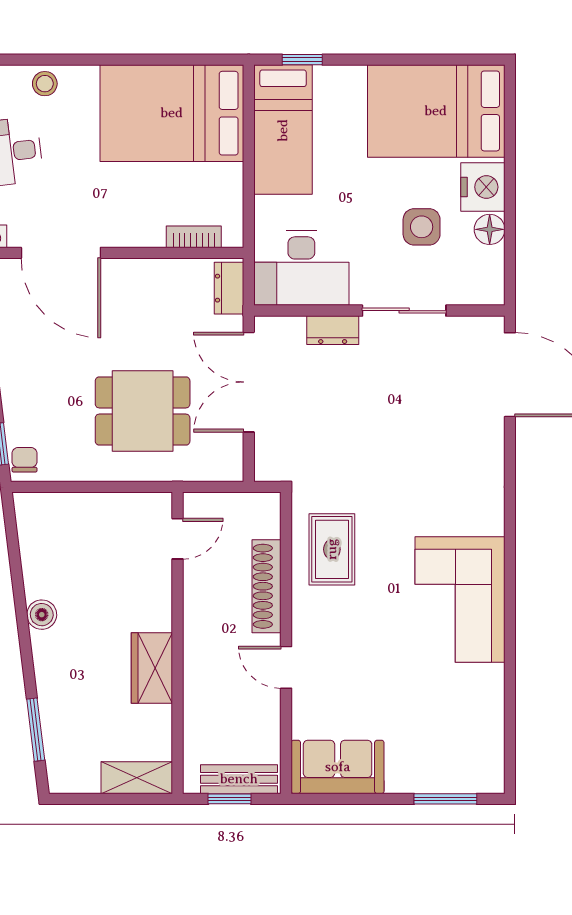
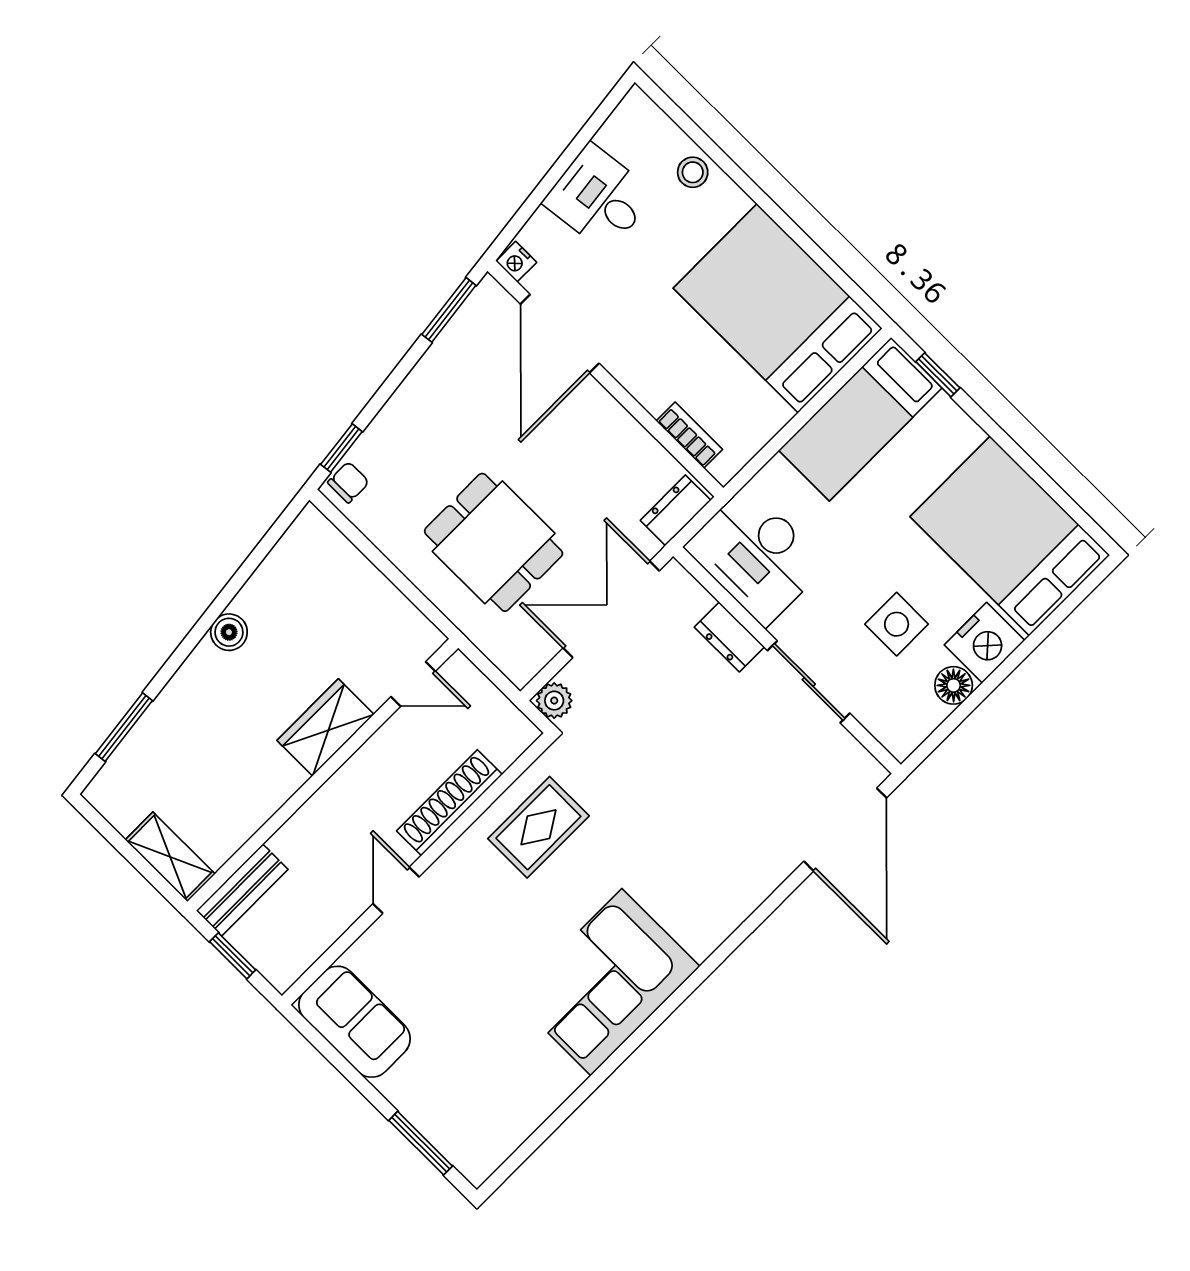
plant: (268, 467) -> (554, 701), added
wardrobe: (152, 668) -> (325, 727), moved
bench: (239, 779) -> (242, 890), moved, turned 90

